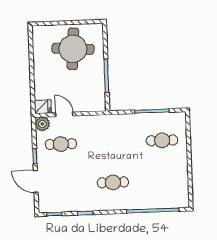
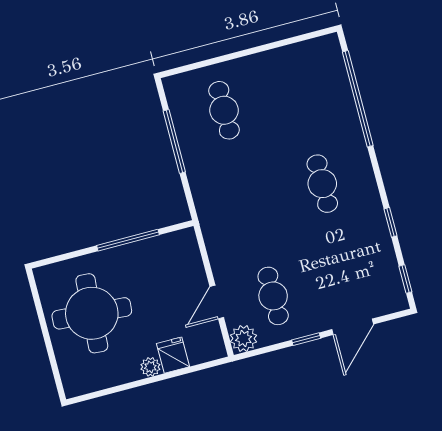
plant: (39, 73) -> (150, 367), added
fridge: (43, 107) -> (173, 355), moved

